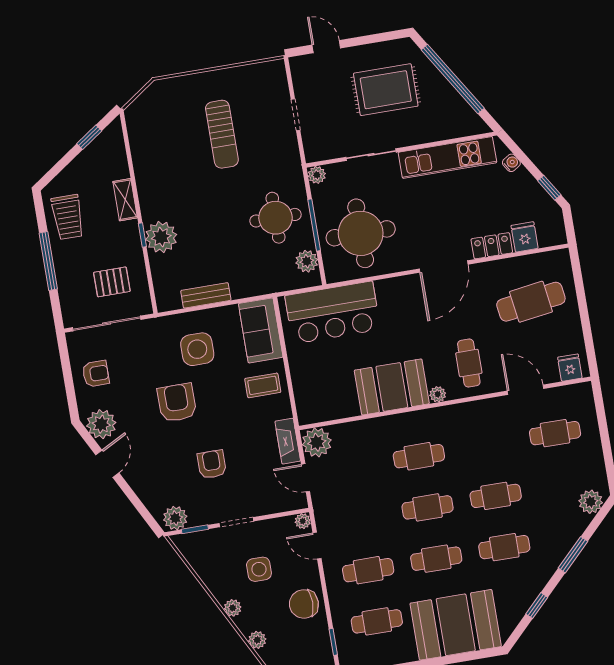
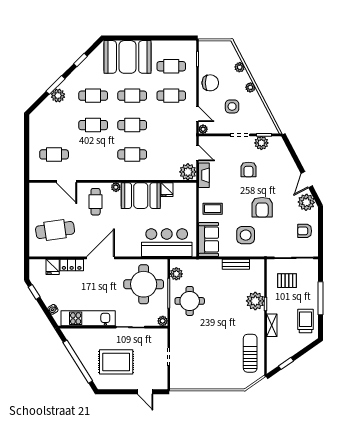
sun lounger: (222, 134) -> (250, 353), moved
fridge: (570, 368) -> (167, 190), moved
plant: (591, 502) -> (58, 96), moved
plant: (175, 518) -> (261, 143), moved

